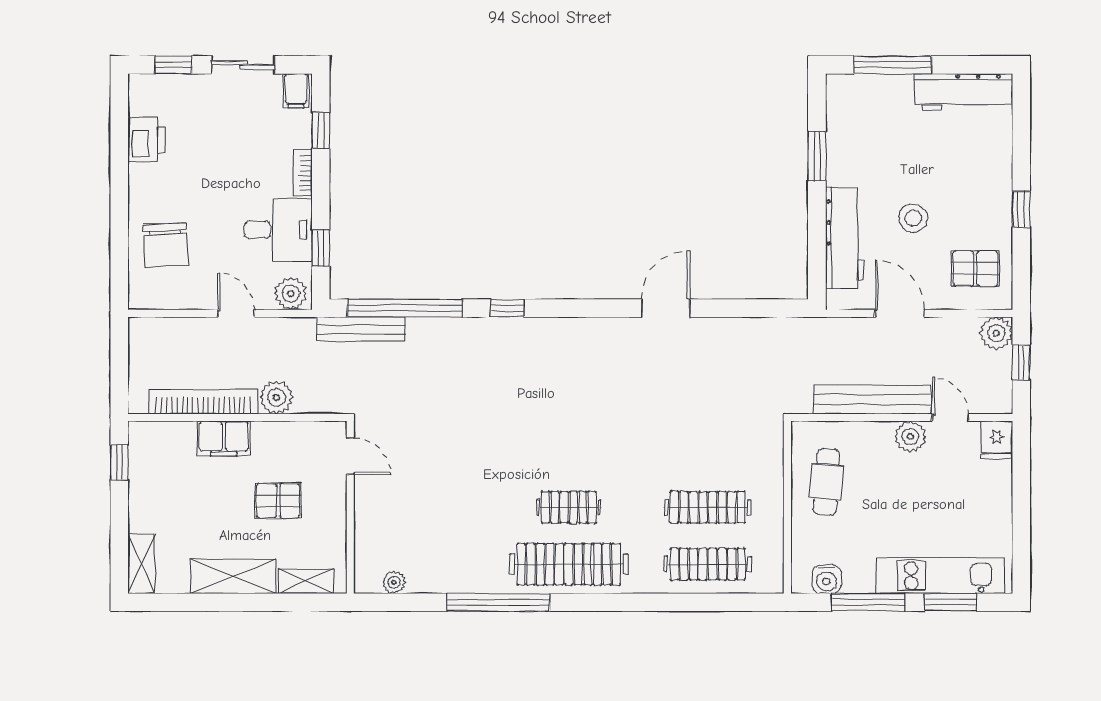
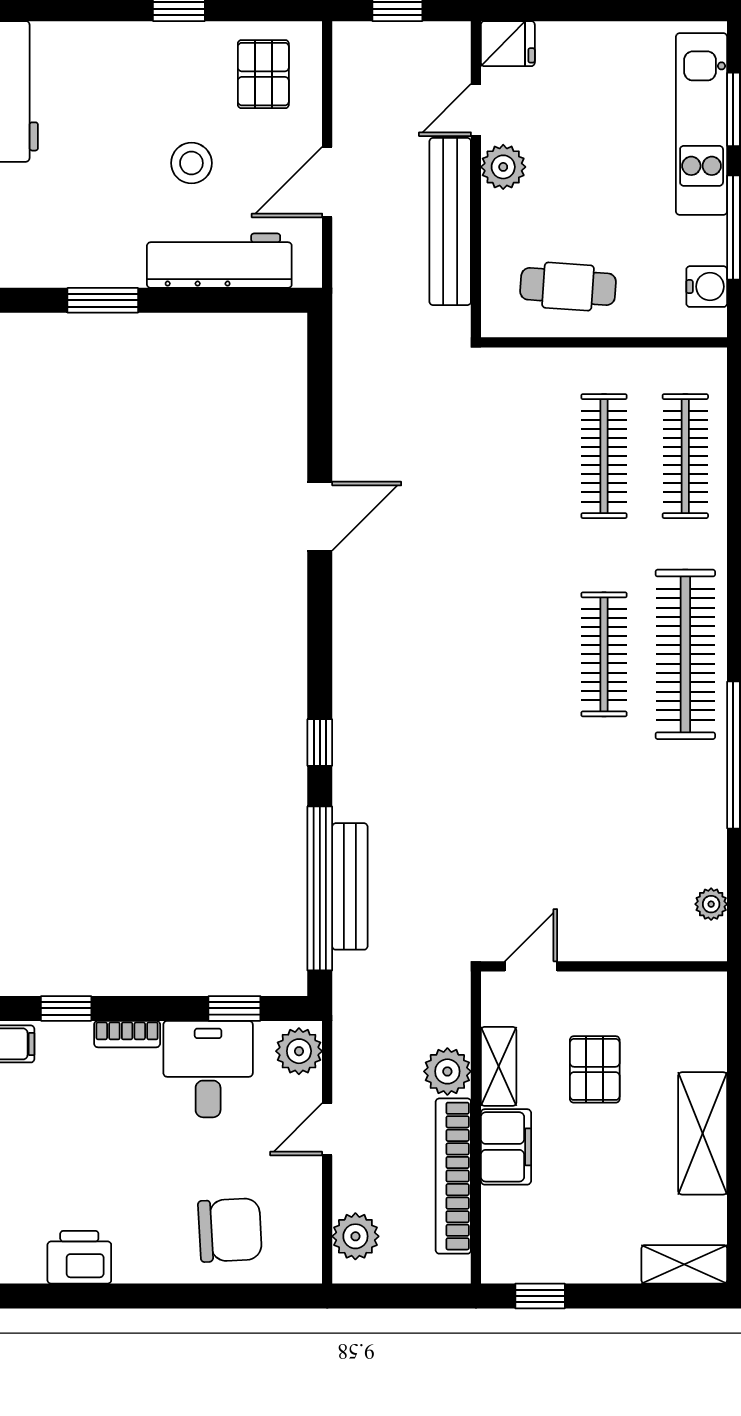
door: (666, 308) -> (320, 516), swing flipped
bench: (361, 329) -> (350, 886), moved
plant: (996, 333) -> (355, 1236), moved
clothes rail: (569, 507) -> (604, 654), width x1.36
shelving: (306, 581) -> (499, 1066), moved

